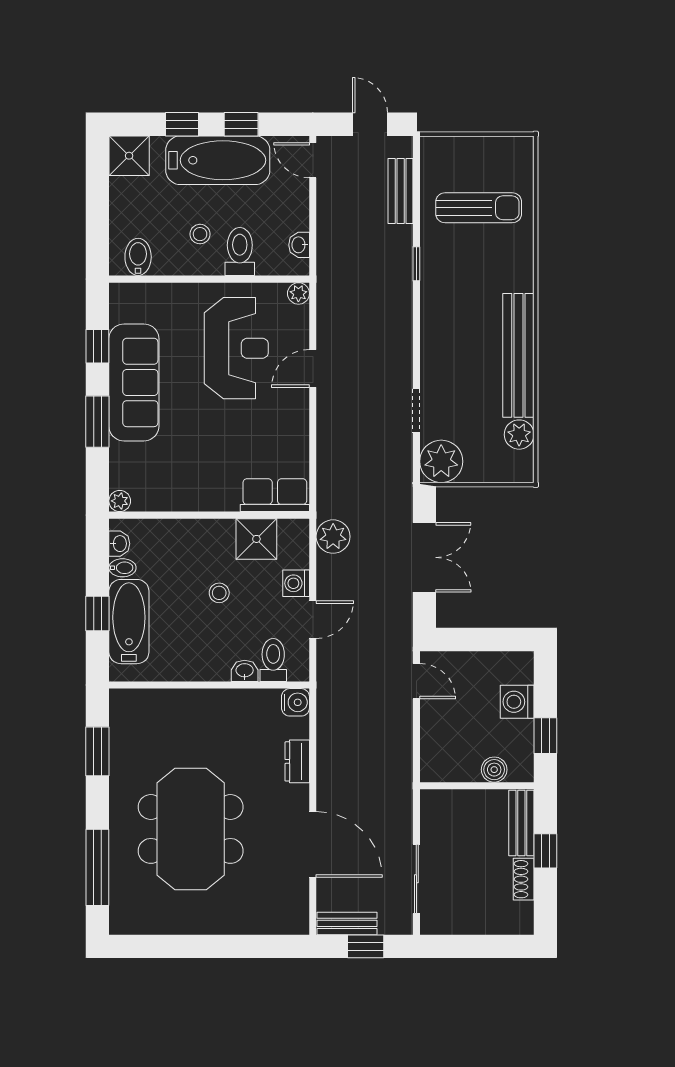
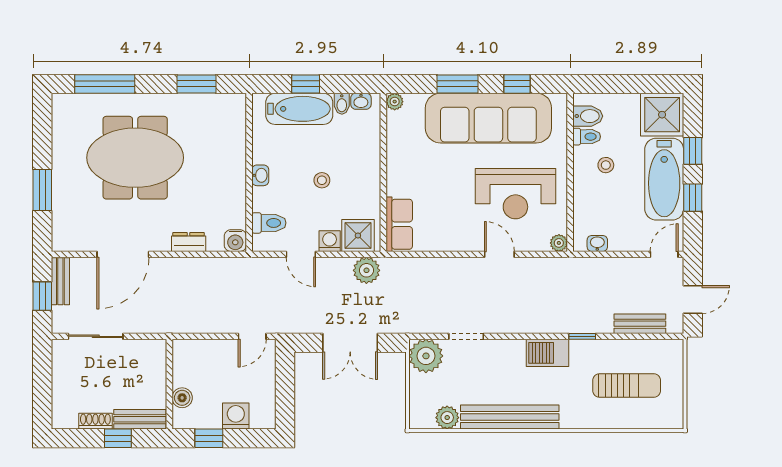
shower: (129, 156) -> (662, 115), width x1.36, depth x1.36
sun lounger: (479, 208) -> (627, 385), turned -90
toilet: (240, 252) -> (587, 137), moved, width x0.73, depth x0.72
barbecue: (437, 308) -> (547, 353), added
sofa: (134, 382) -> (488, 118), width x1.36, depth x1.27
shower: (256, 539) -> (358, 235), moved
washbasin: (245, 671) -> (260, 175), moved
window: (232, 946) -> (42, 190), added

